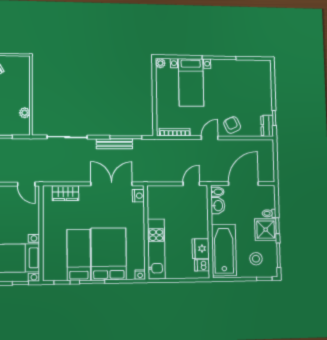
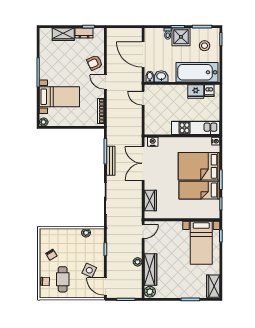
wardrobe: (264, 88) -> (63, 34), added
dresser: (267, 126) -> (84, 33), moved

